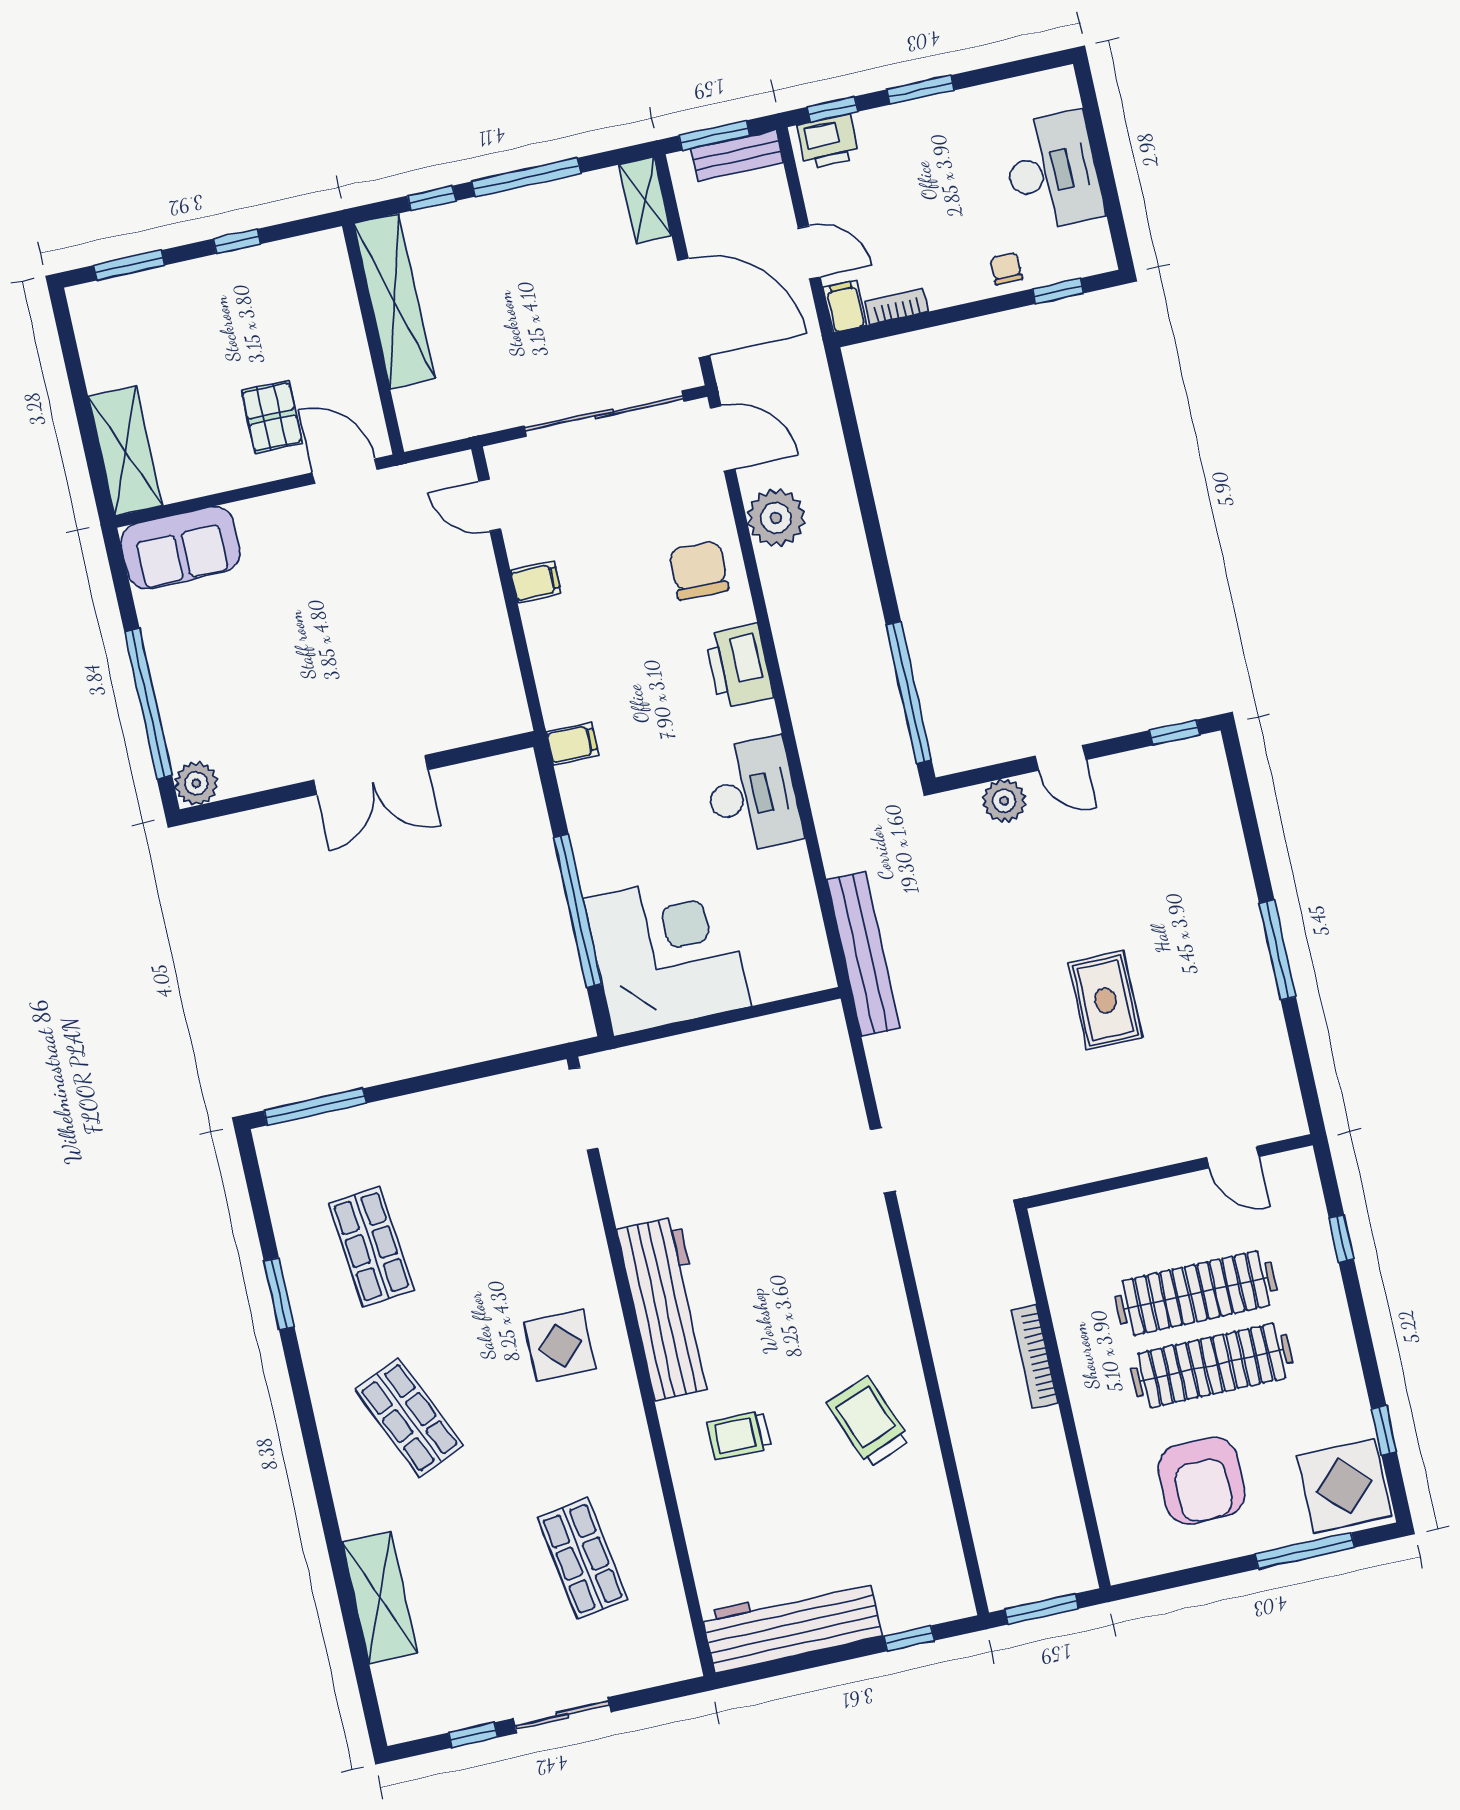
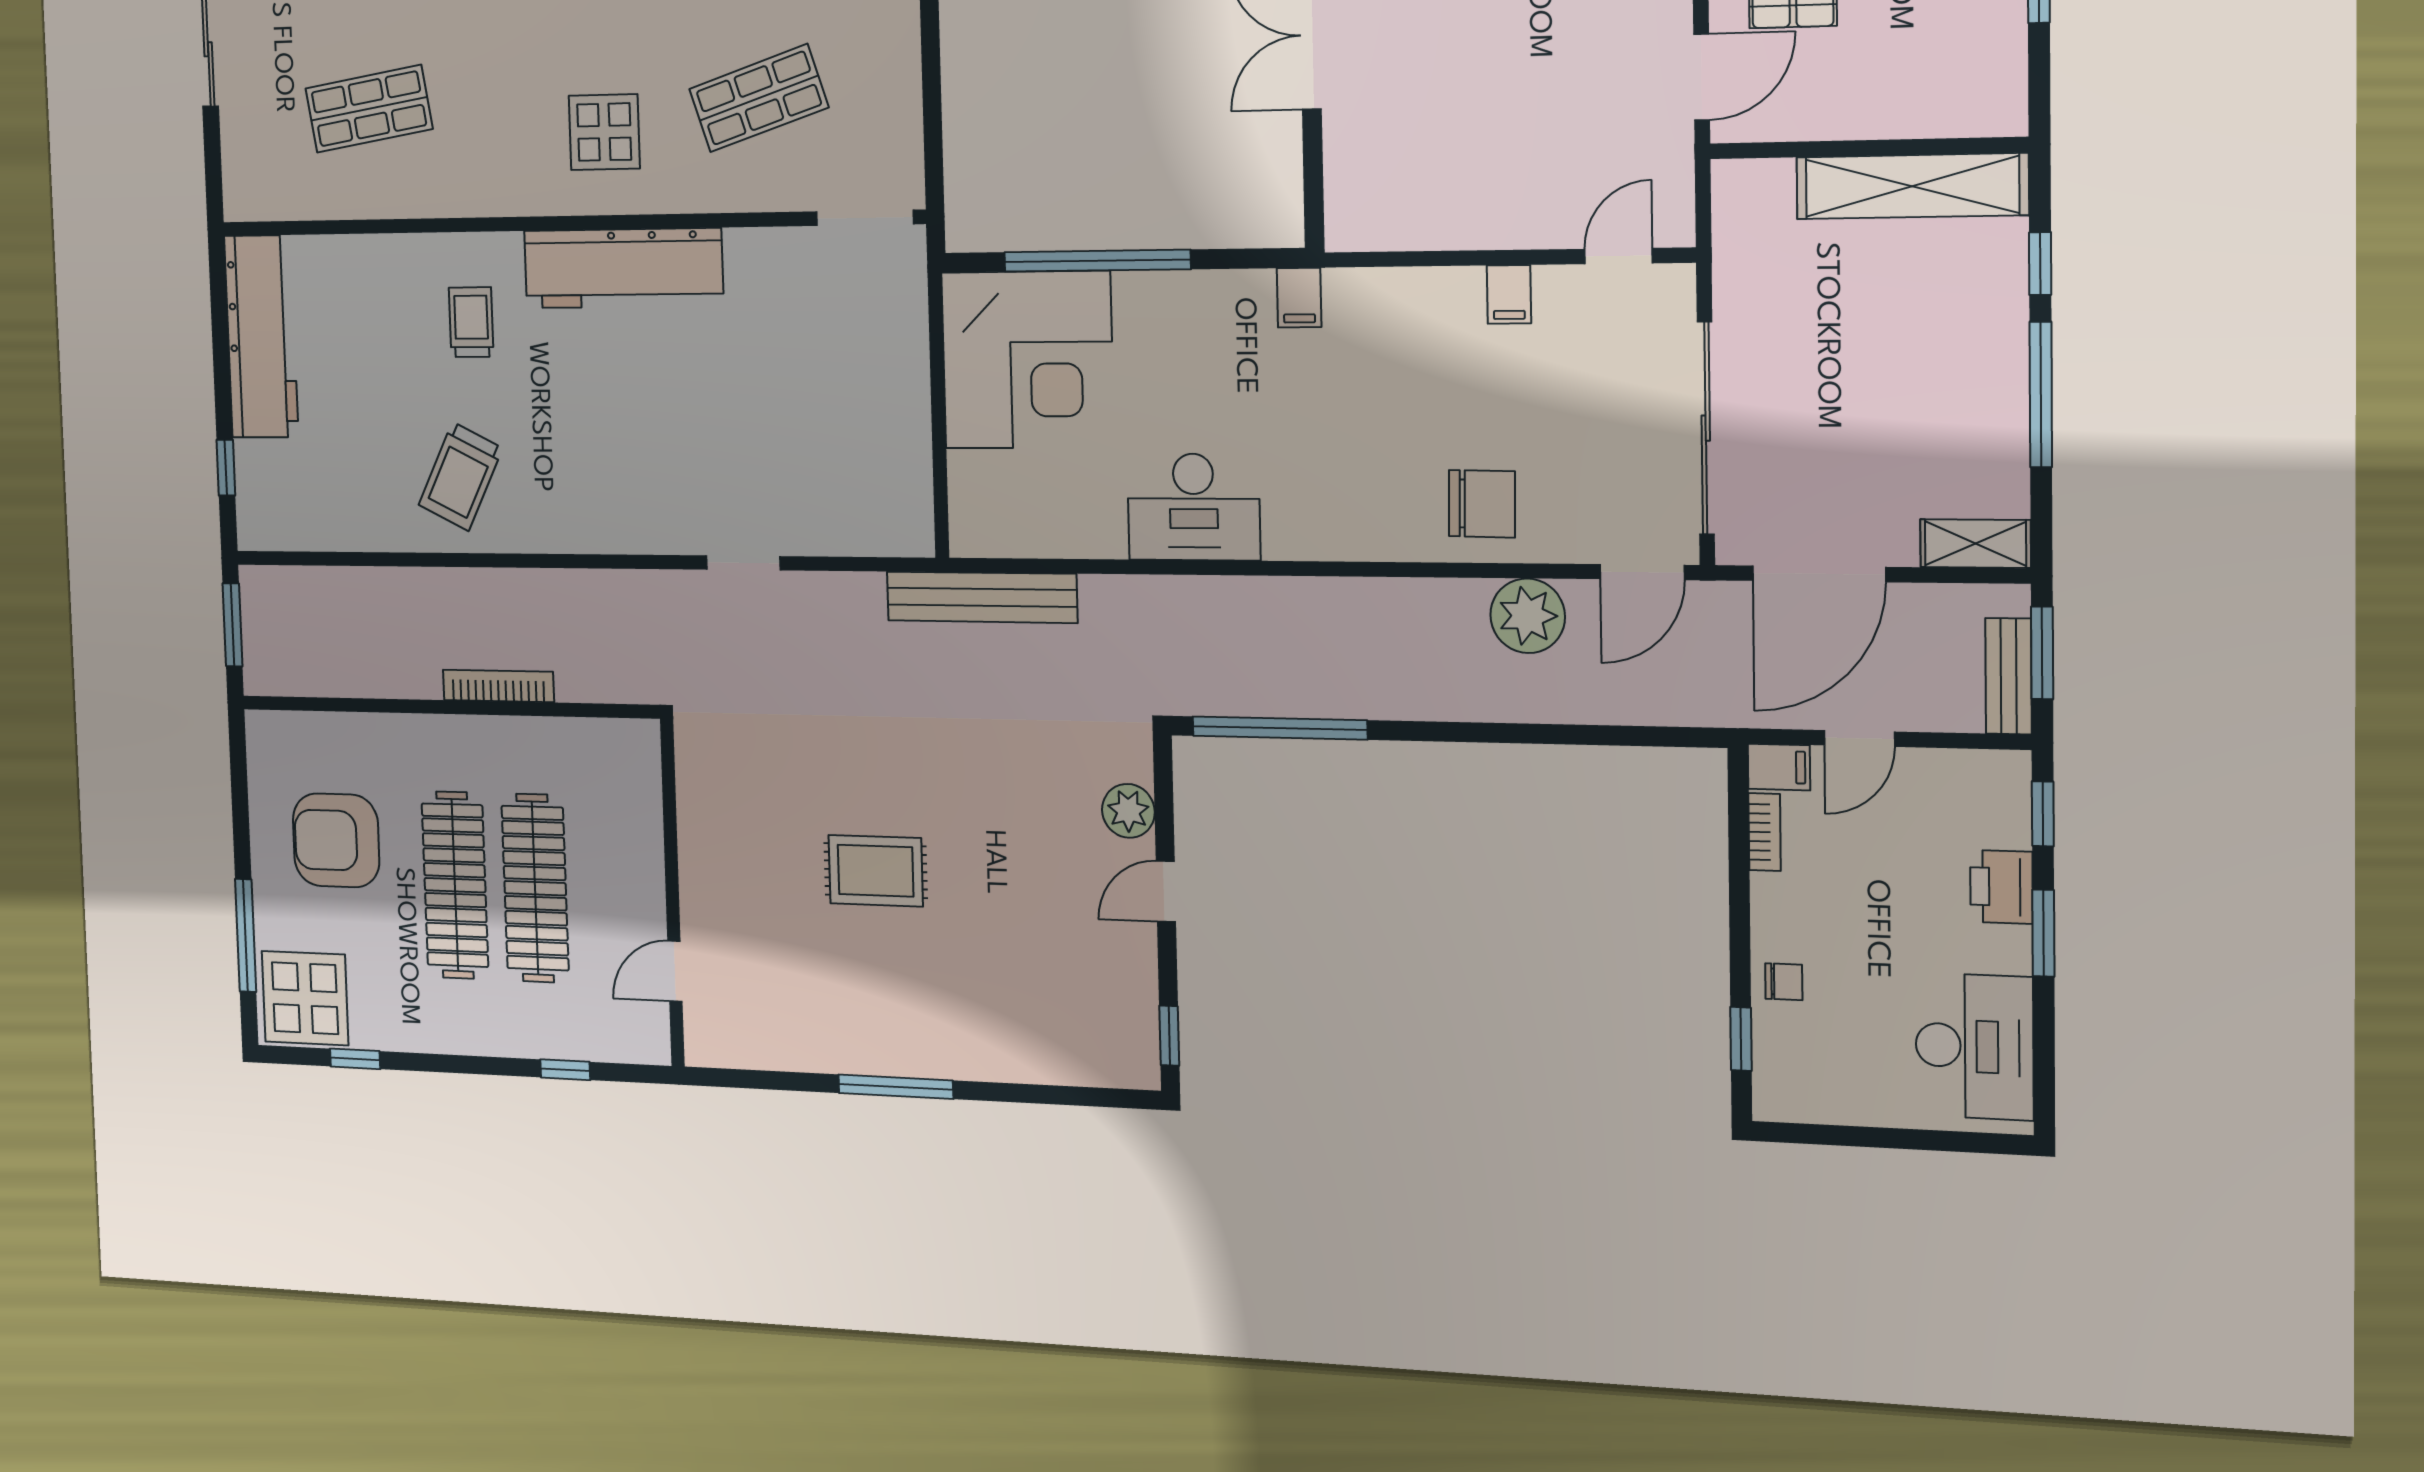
printer: (828, 142) -> (2001, 887), moved
desk: (1053, 172) -> (1974, 1046), moved, turned -90
printer: (739, 666) -> (1353, 527), removed
shop shelf: (507, 1217) -> (759, 98), added
trolley: (868, 1422) -> (461, 476), turned 137

